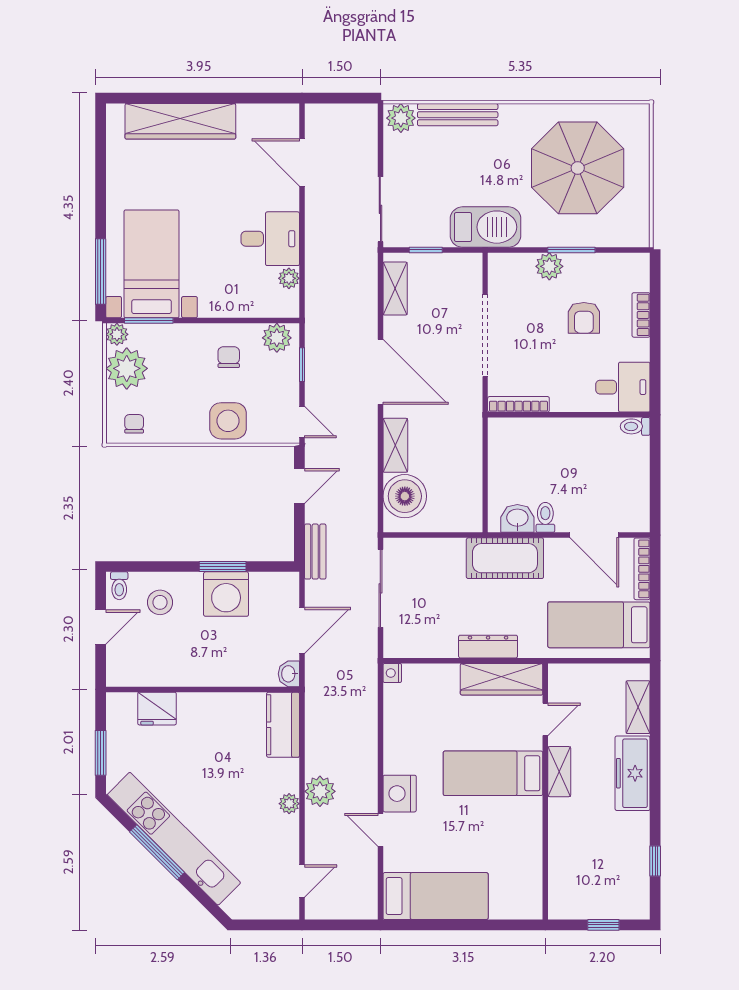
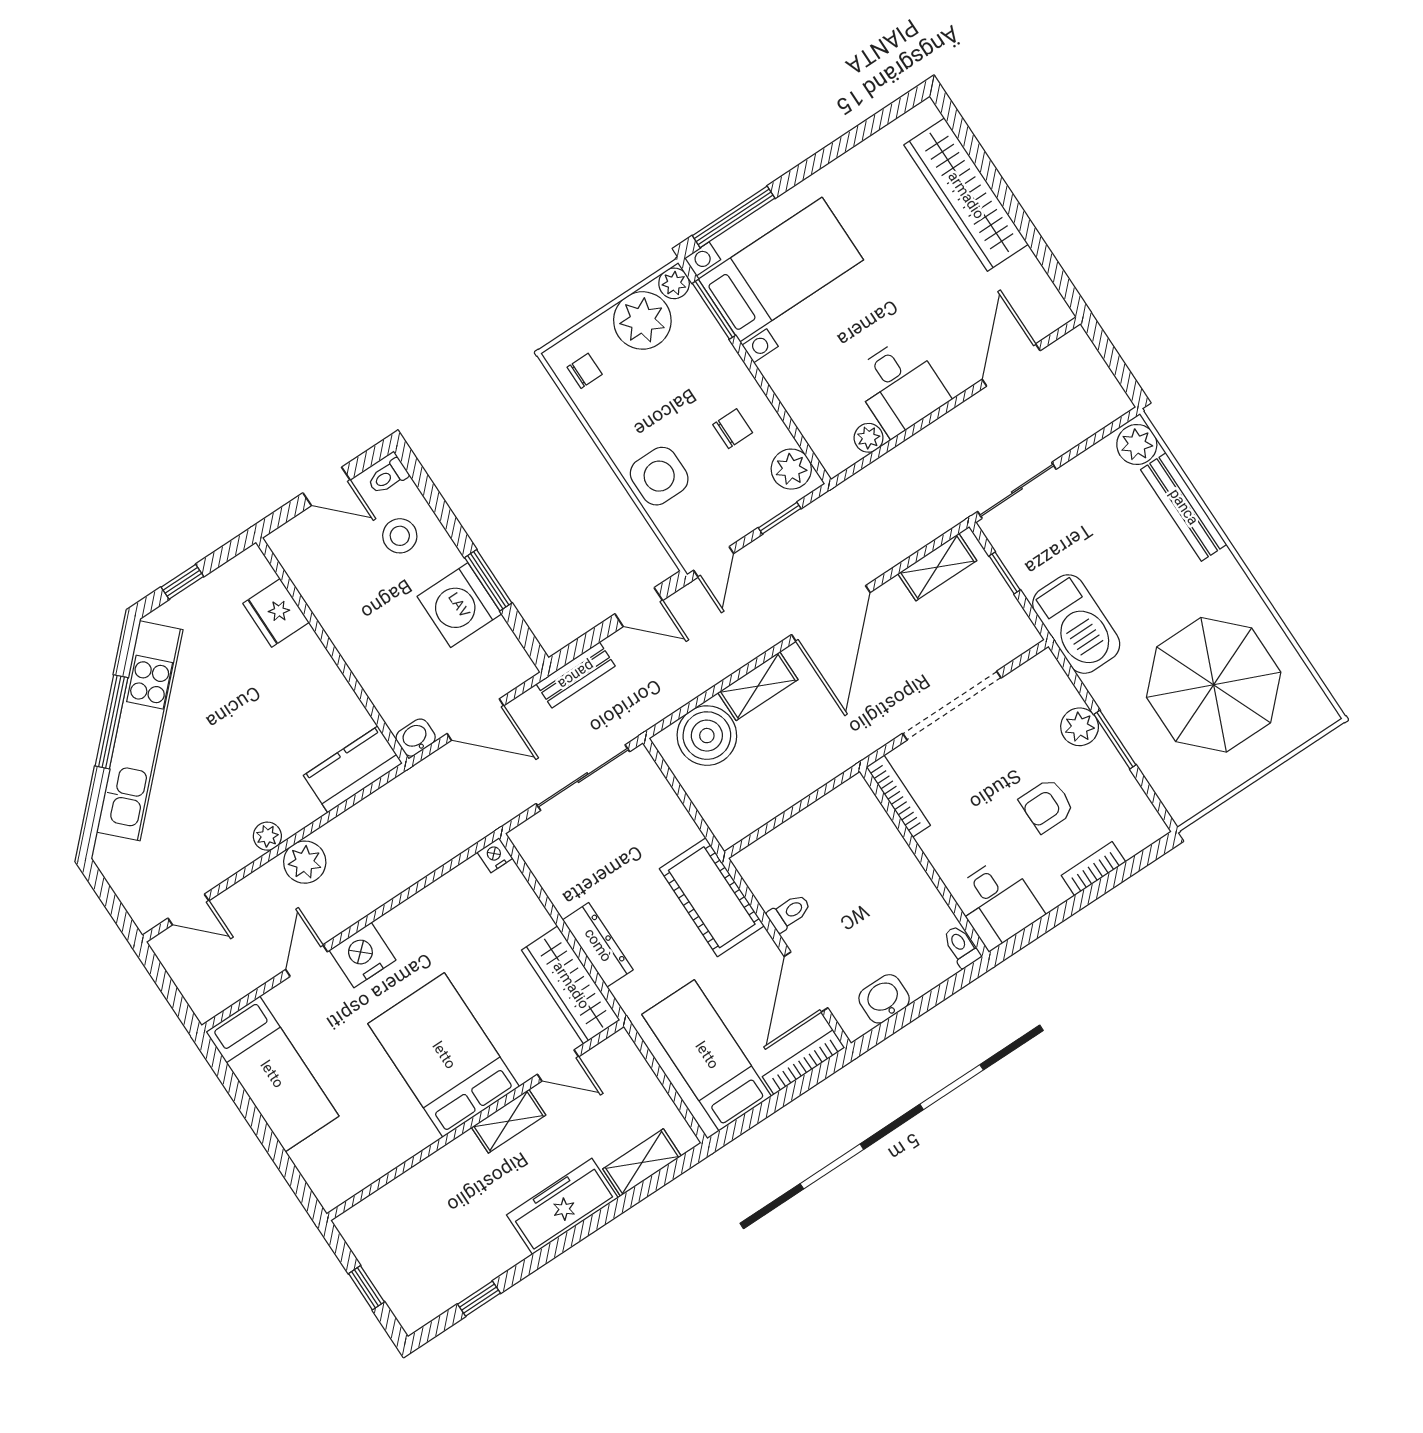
washbasin: (517, 518) -> (884, 999), moved, turned -90
window: (101, 753) -> (182, 582), width x0.67
bed: (493, 773) -> (444, 1055), width x1.50

